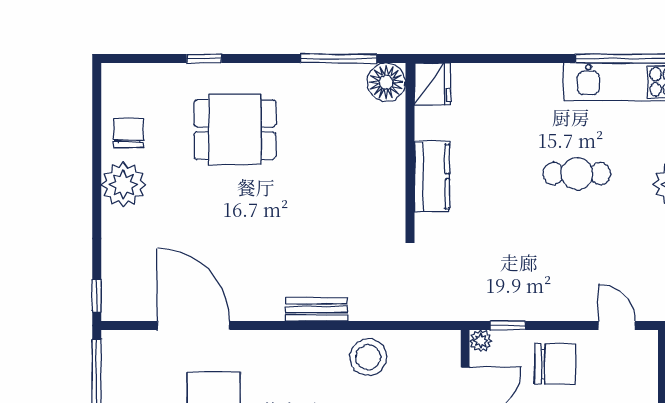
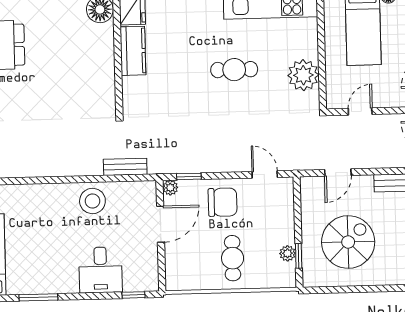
kitchen counter: (432, 177) -> (133, 51), moved
bench: (317, 309) -> (125, 167), moved

